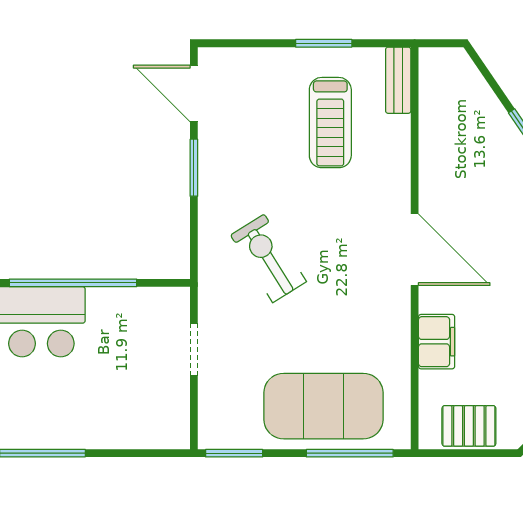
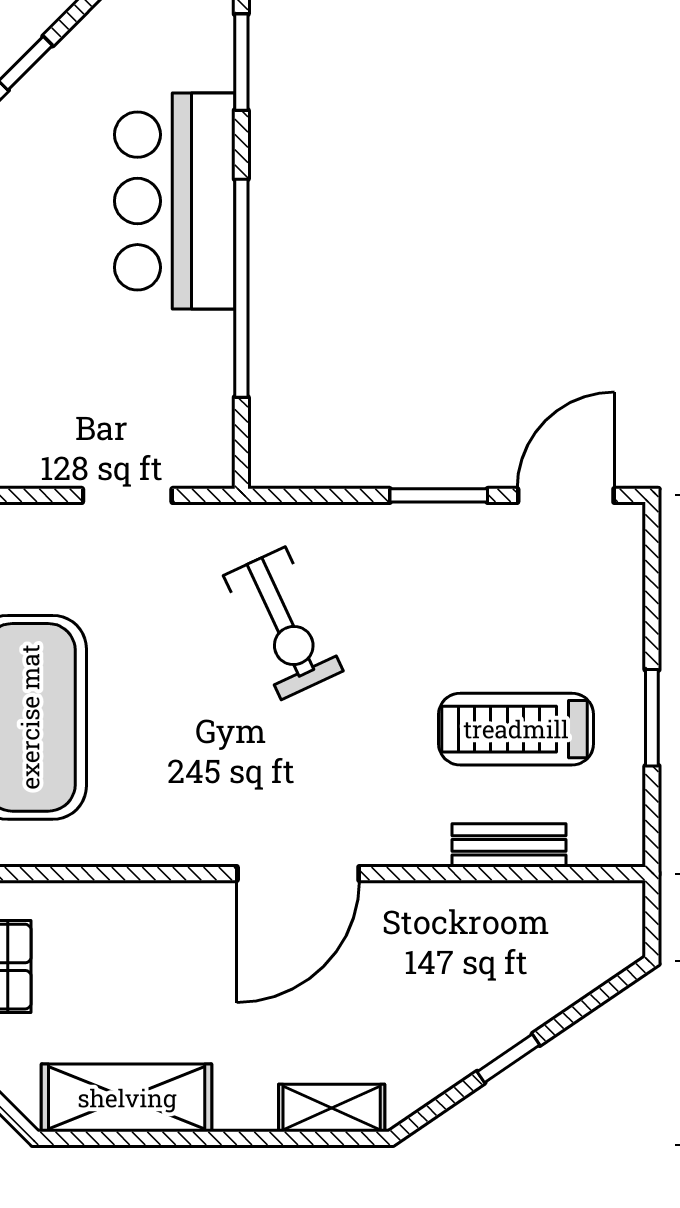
bench: (398, 80) -> (509, 845), moved
exercise bike: (268, 258) -> (283, 623), turned 97
filing cabinet: (437, 342) -> (141, 911), removed

